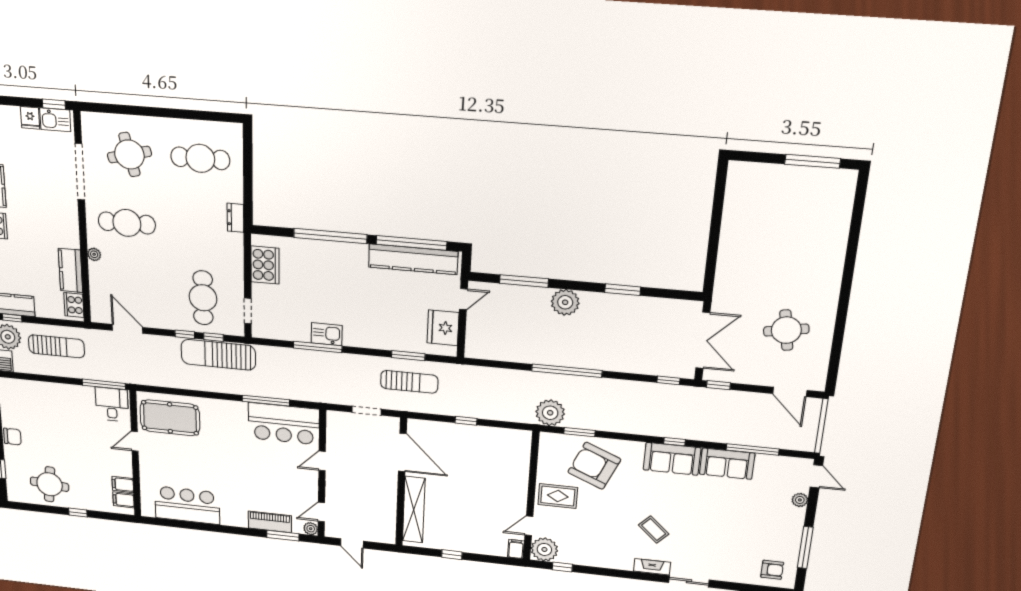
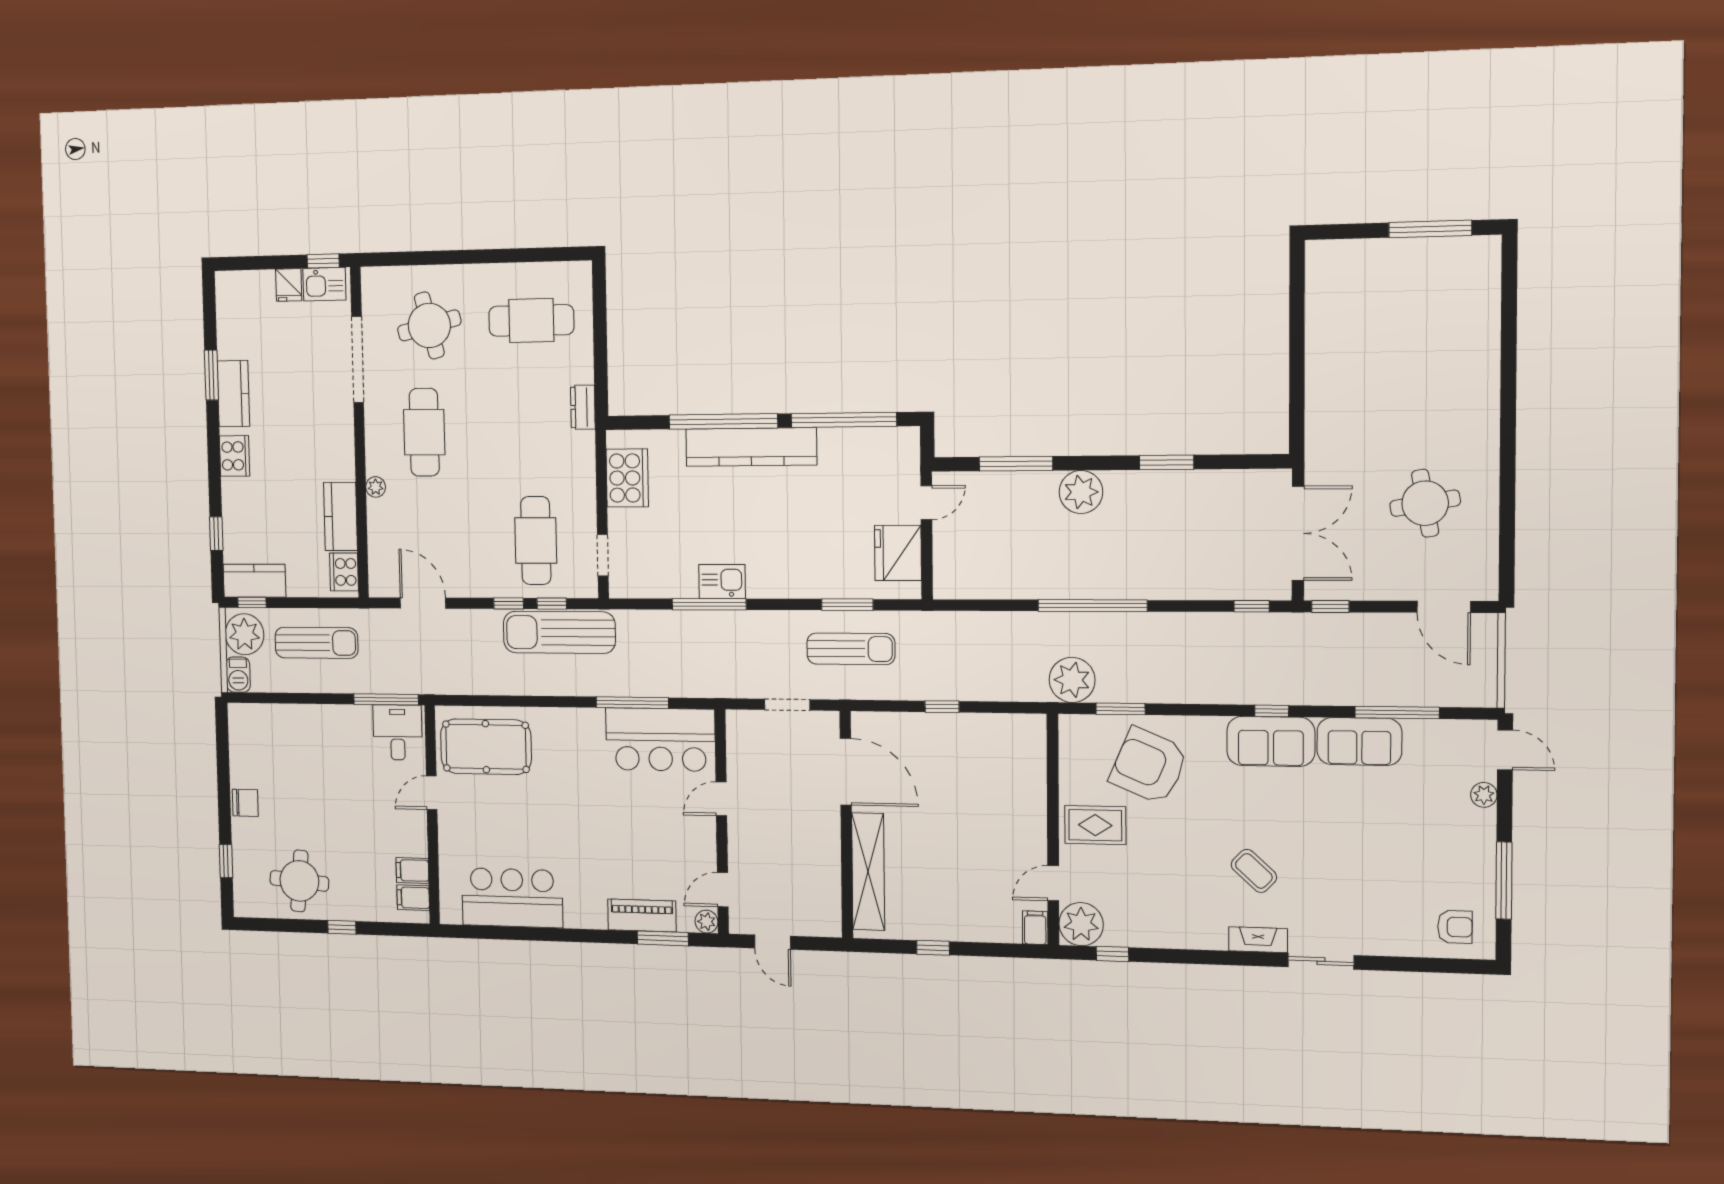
cafe table: (127, 223) -> (424, 432), turned 90
kitchen counter: (413, 259) -> (751, 447), moved

